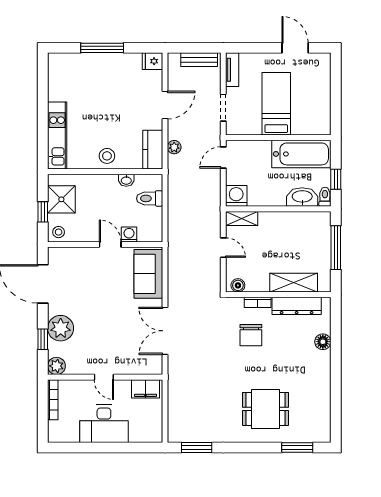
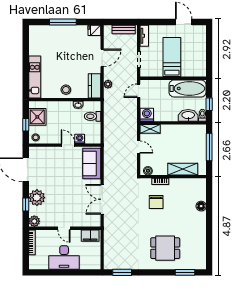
dresser: (297, 306) -> (185, 184), removed

